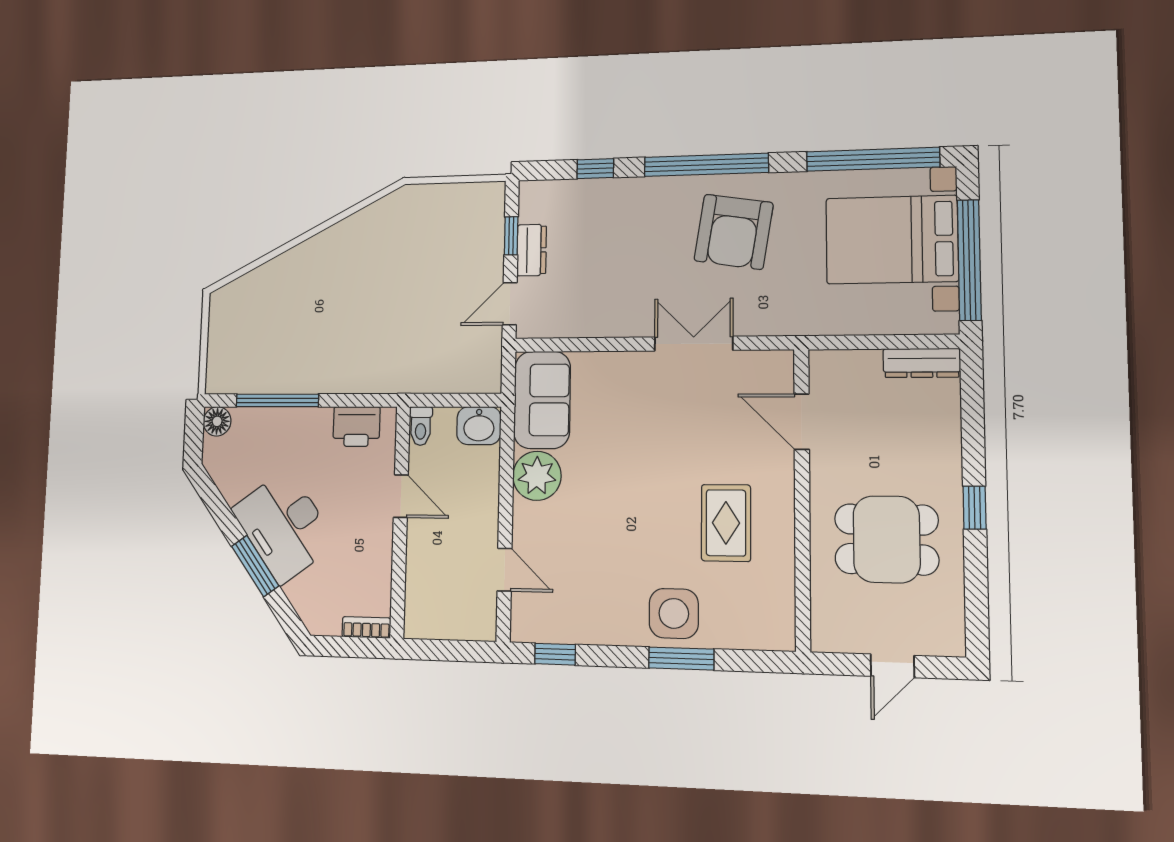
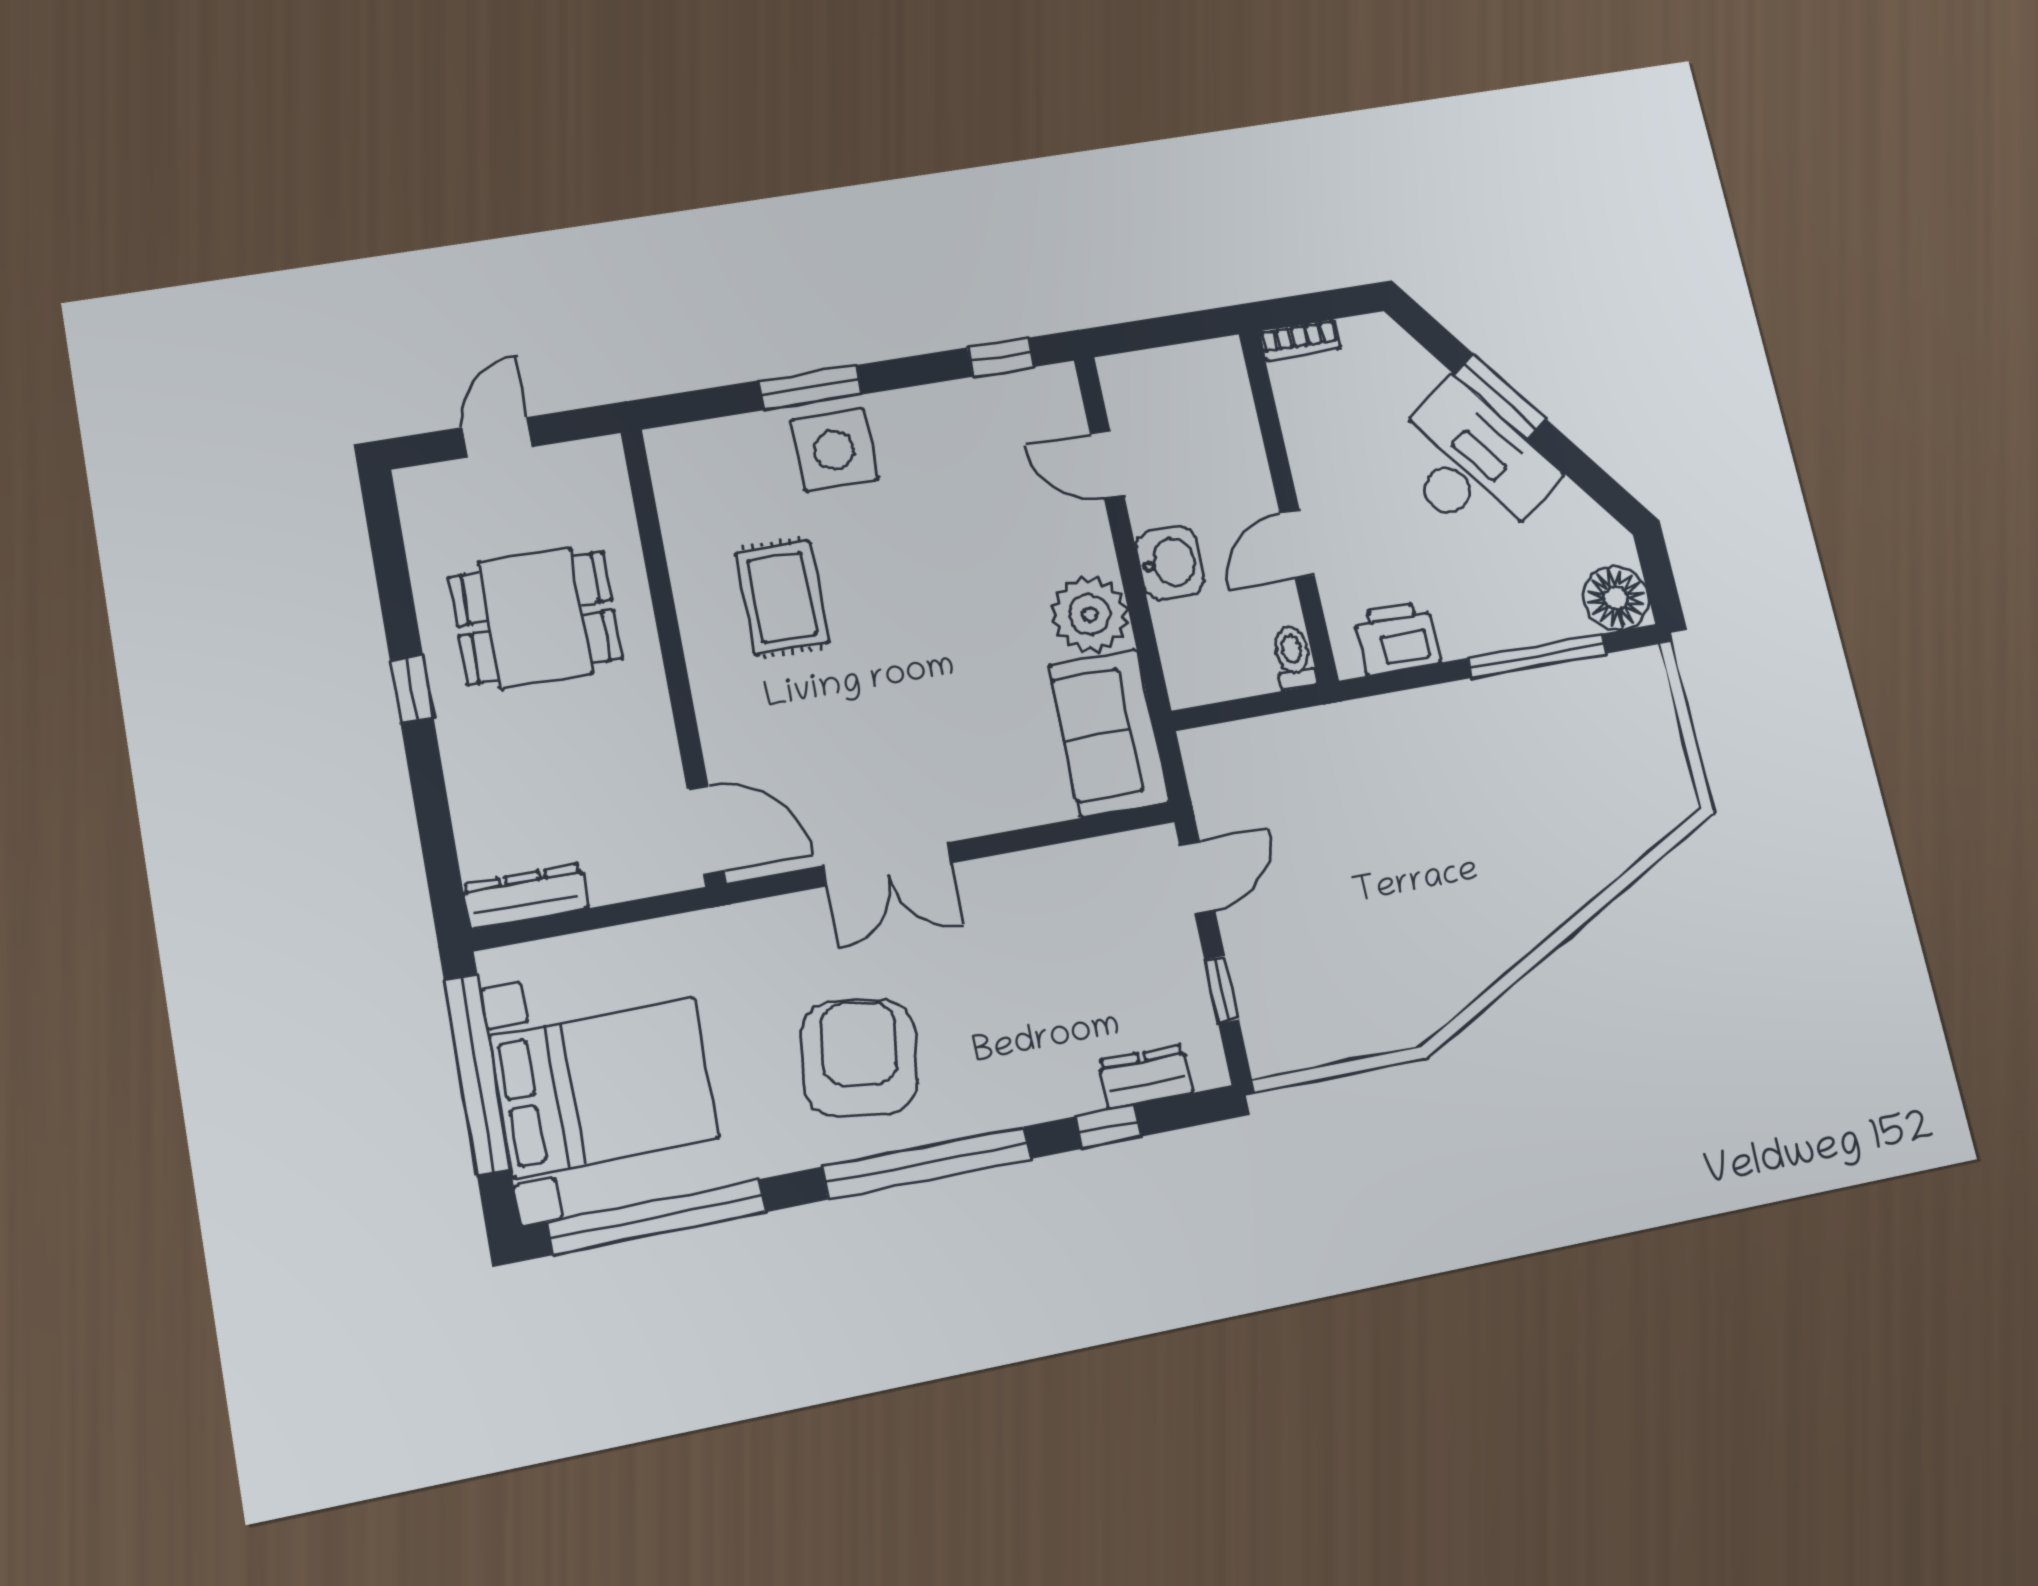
dresser: (532, 250) -> (1146, 1077), moved, turned 90
floor lamp: (217, 421) -> (1616, 598), width x1.38, depth x1.38
door: (802, 422) -> (706, 830), moved
washbasin: (479, 426) -> (1170, 563), moved, turned 90
door: (401, 496) -> (1297, 544), hinge flipped

